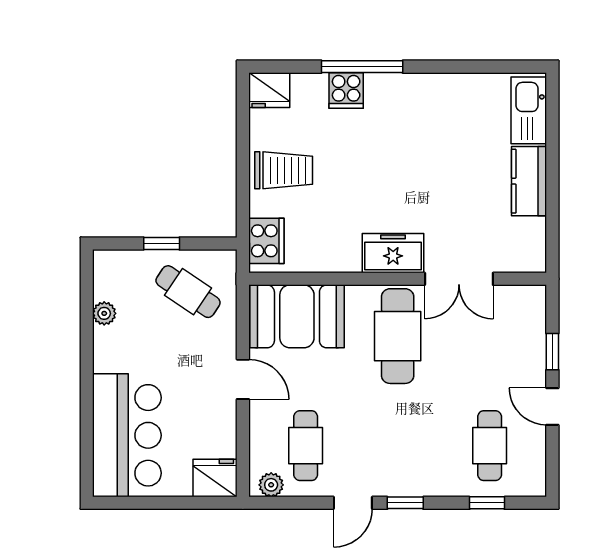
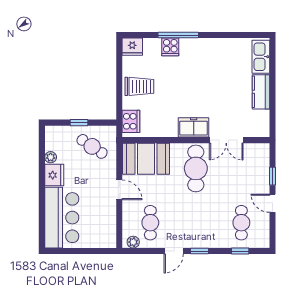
fridge: (215, 478) -> (54, 175), moved, turned 90

